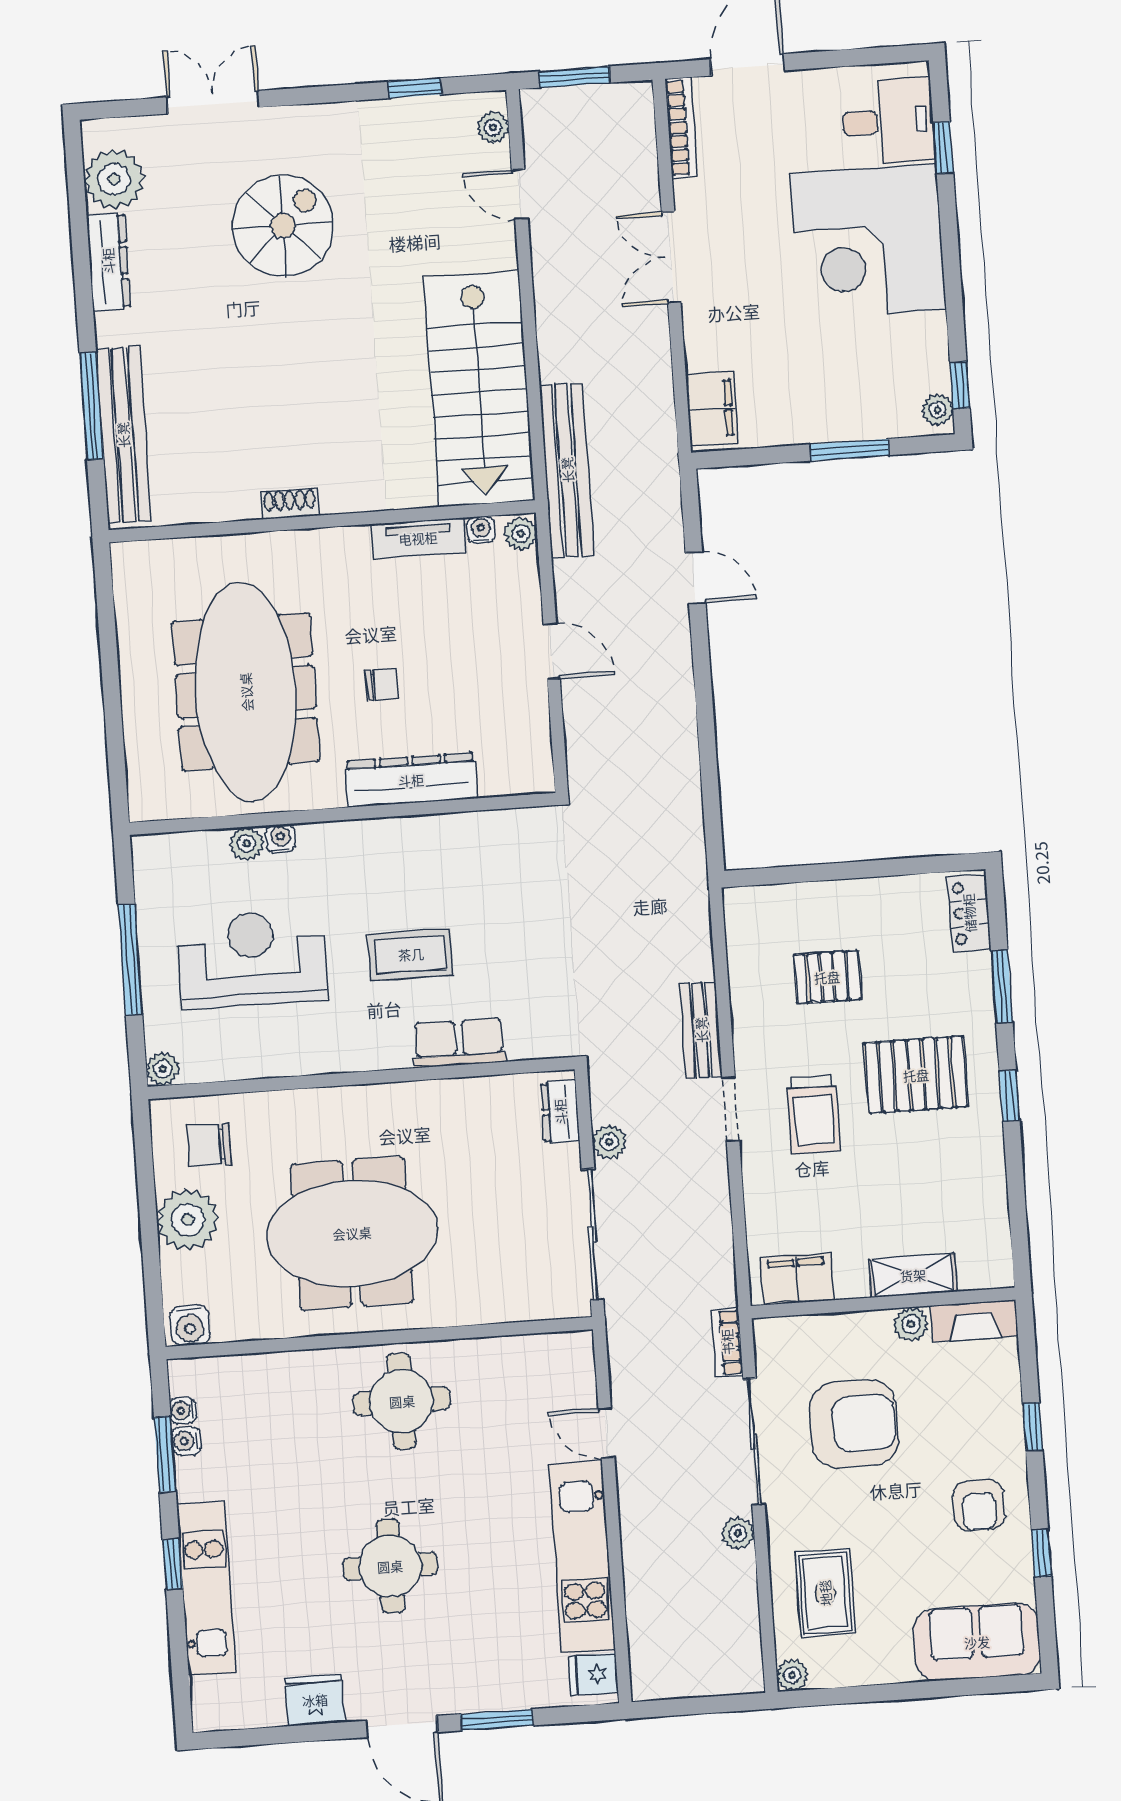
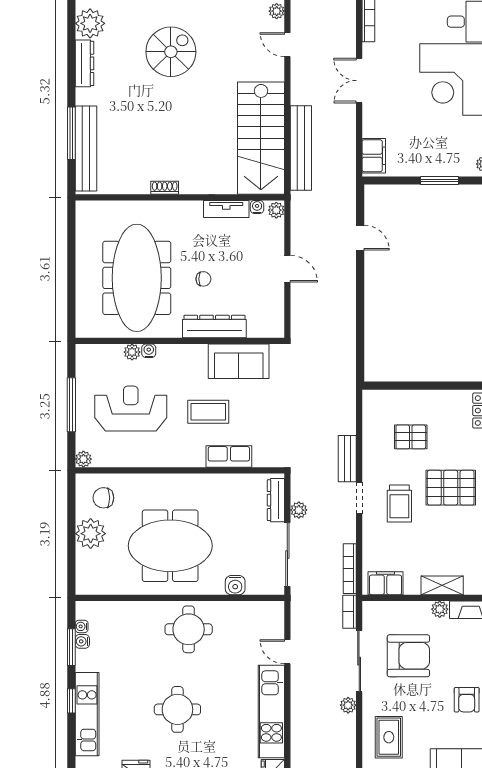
bench: (567, 470) -> (301, 148), moved
sofa: (465, 847) -> (239, 361), added
dresser: (560, 1112) -> (276, 500), width x1.44
bookcase: (722, 1254) -> (350, 569), added
water cooler: (190, 1325) -> (235, 585), moved

